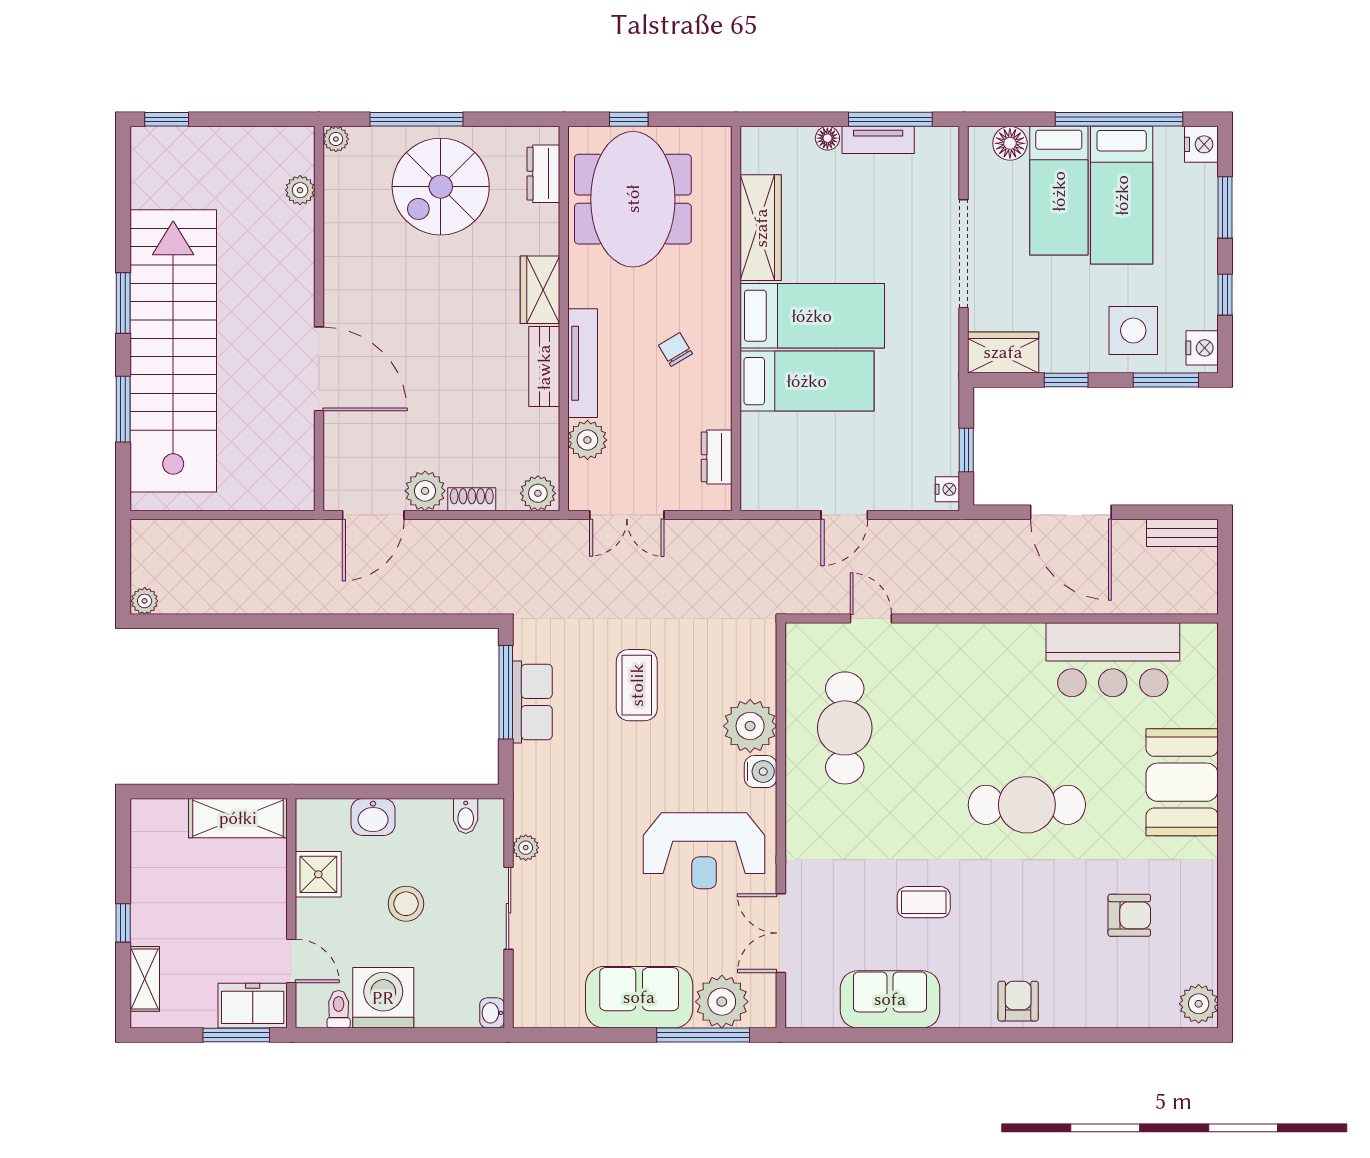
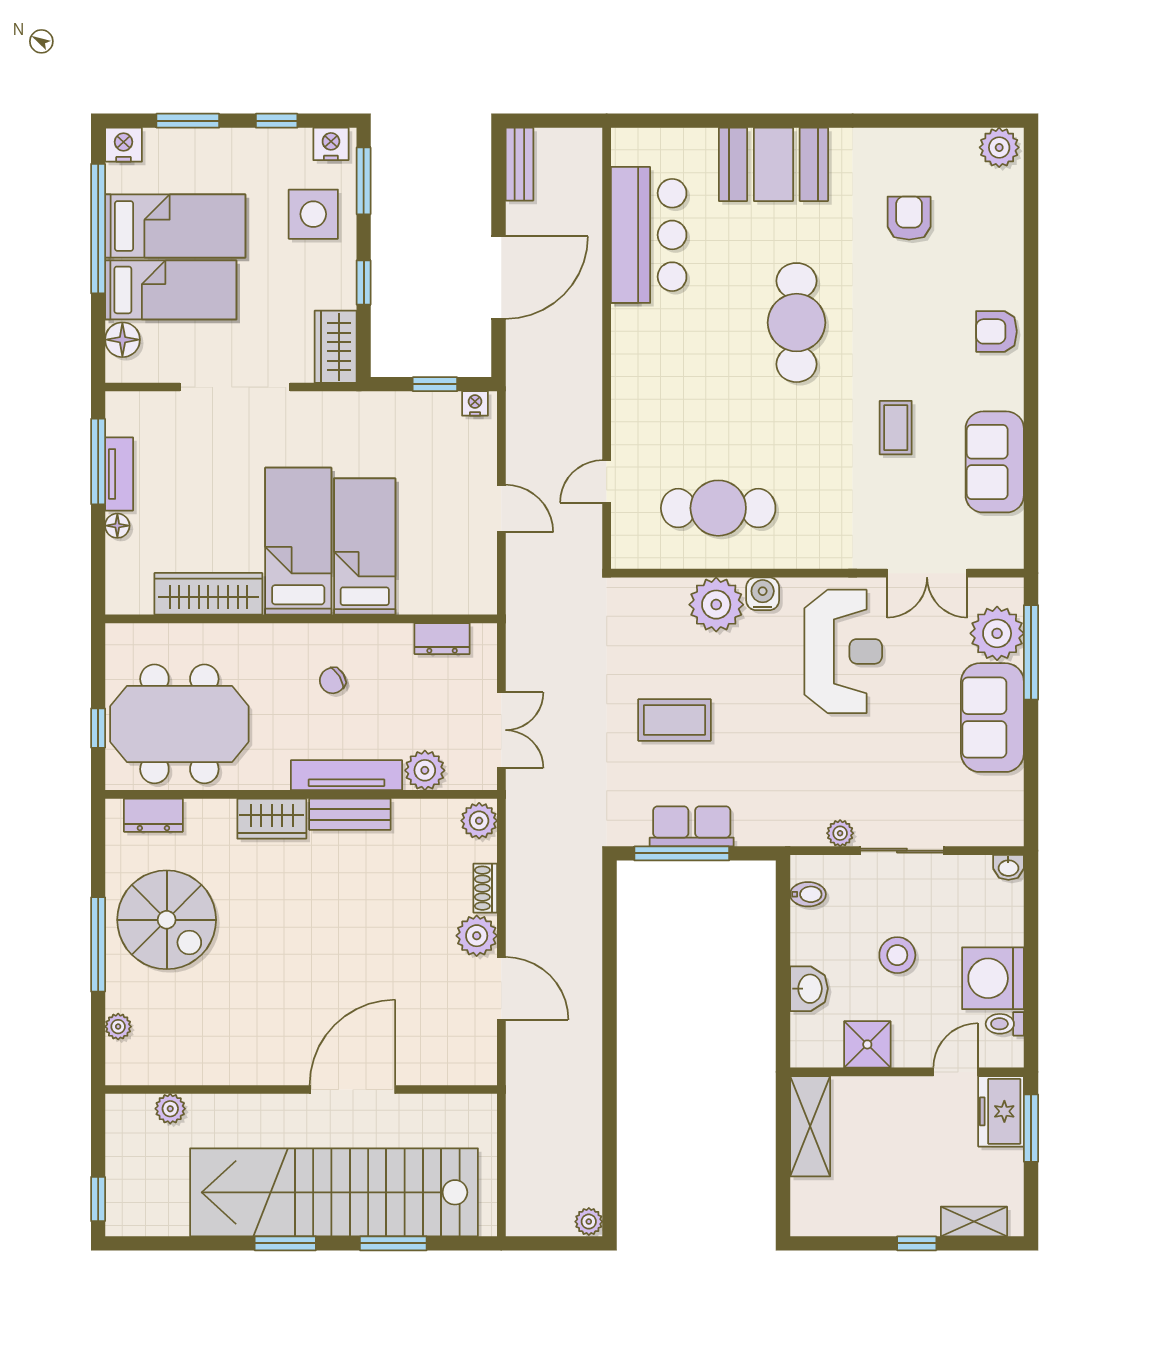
plant: (300, 190) -> (170, 1109), moved
wall: (319, 319) -> (301, 1089), moved
door: (319, 369) -> (352, 1089), moved

